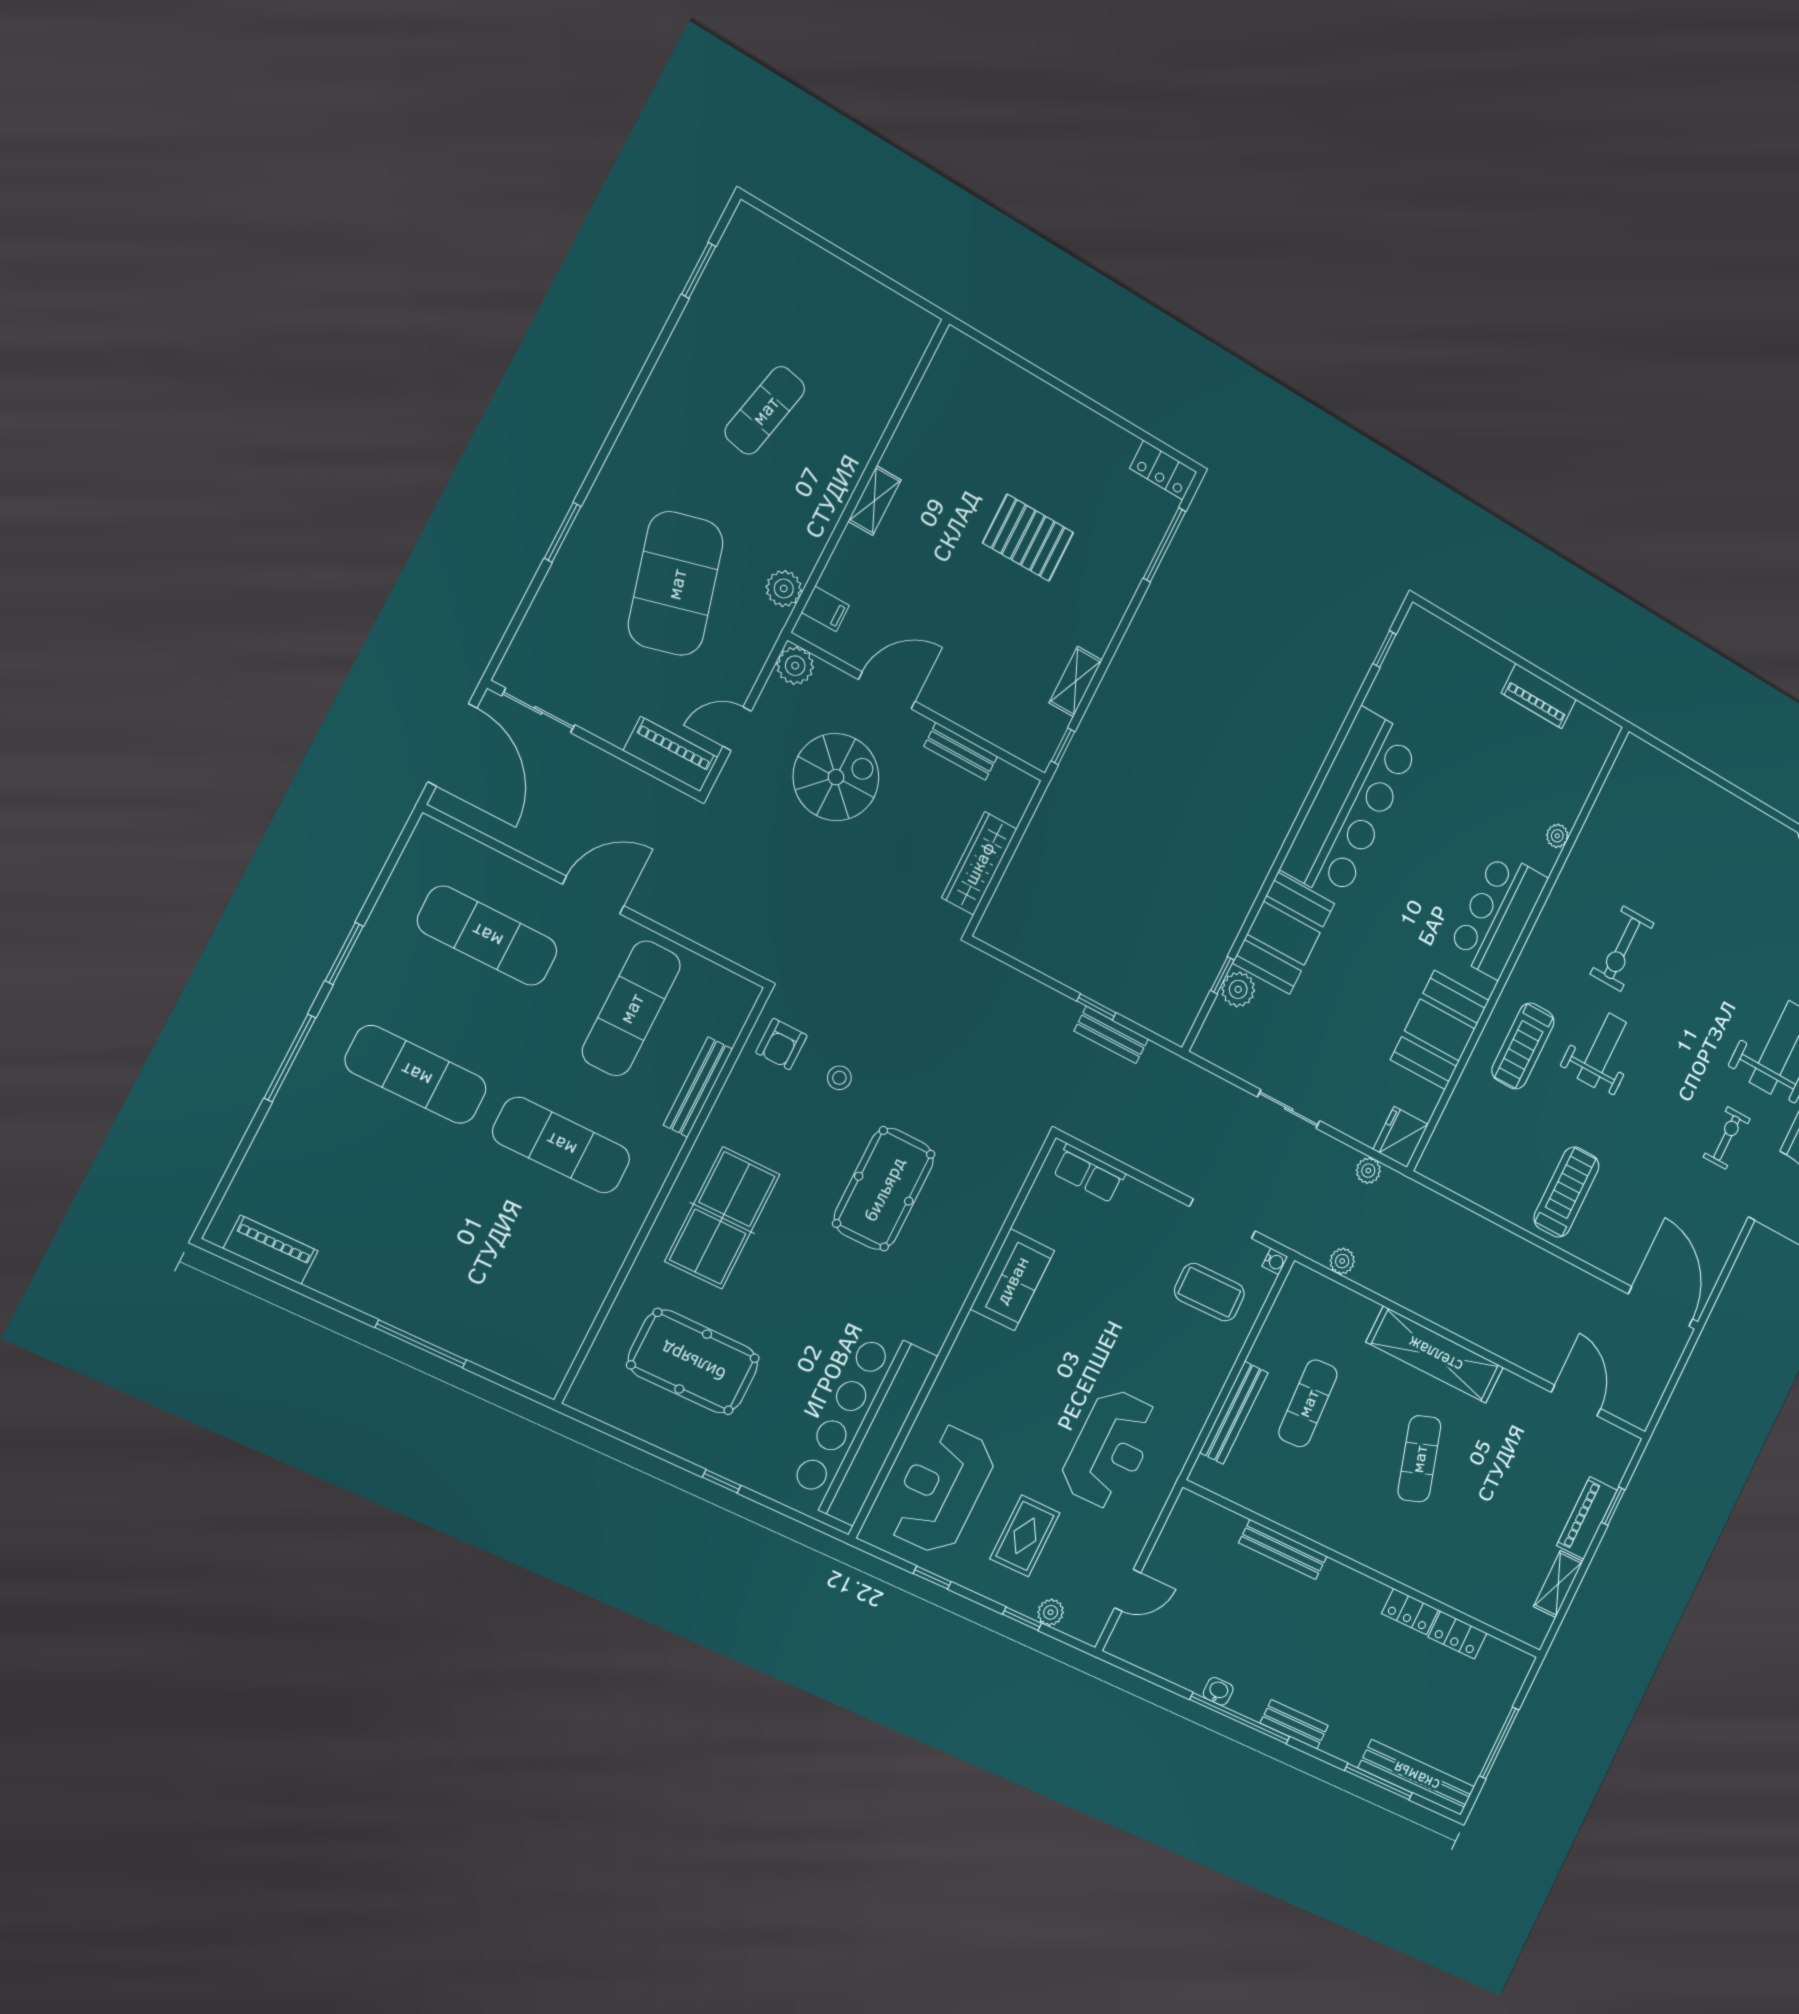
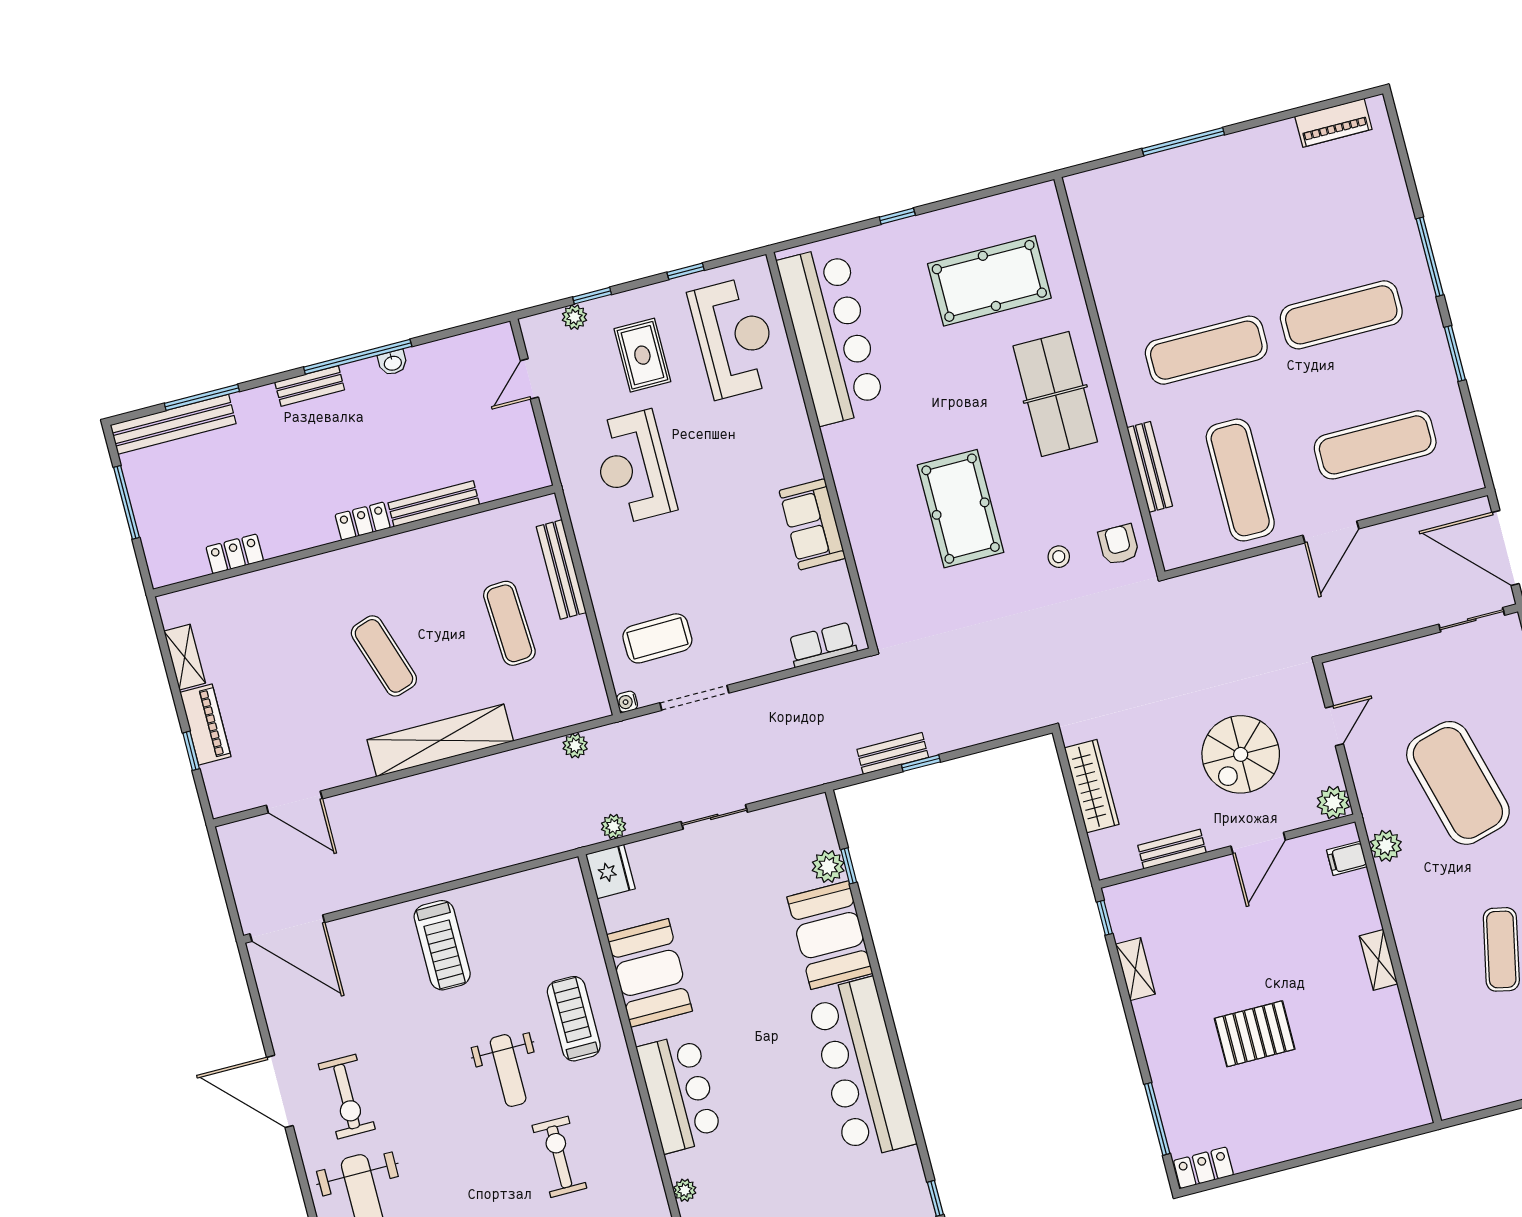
piano: (671, 754) -> (1363, 669), removed
exercise bike: (1727, 1138) -> (347, 1097), width x1.38, depth x1.39
locker: (1410, 1612) -> (363, 521), moved

